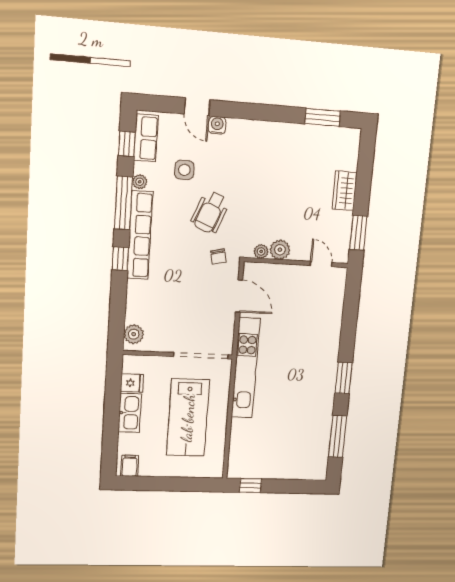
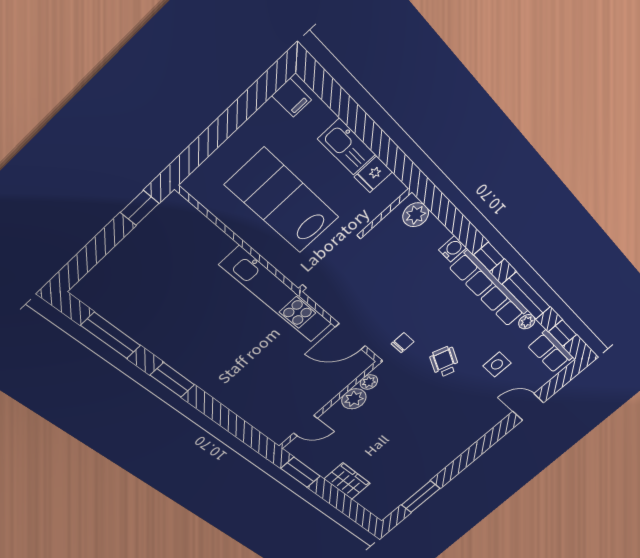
water cooler: (217, 125) -> (453, 249), moved, turned -90
wheelchair: (210, 212) -> (444, 362), width x0.73, depth x0.73
chair: (218, 257) -> (402, 343), turned 102

